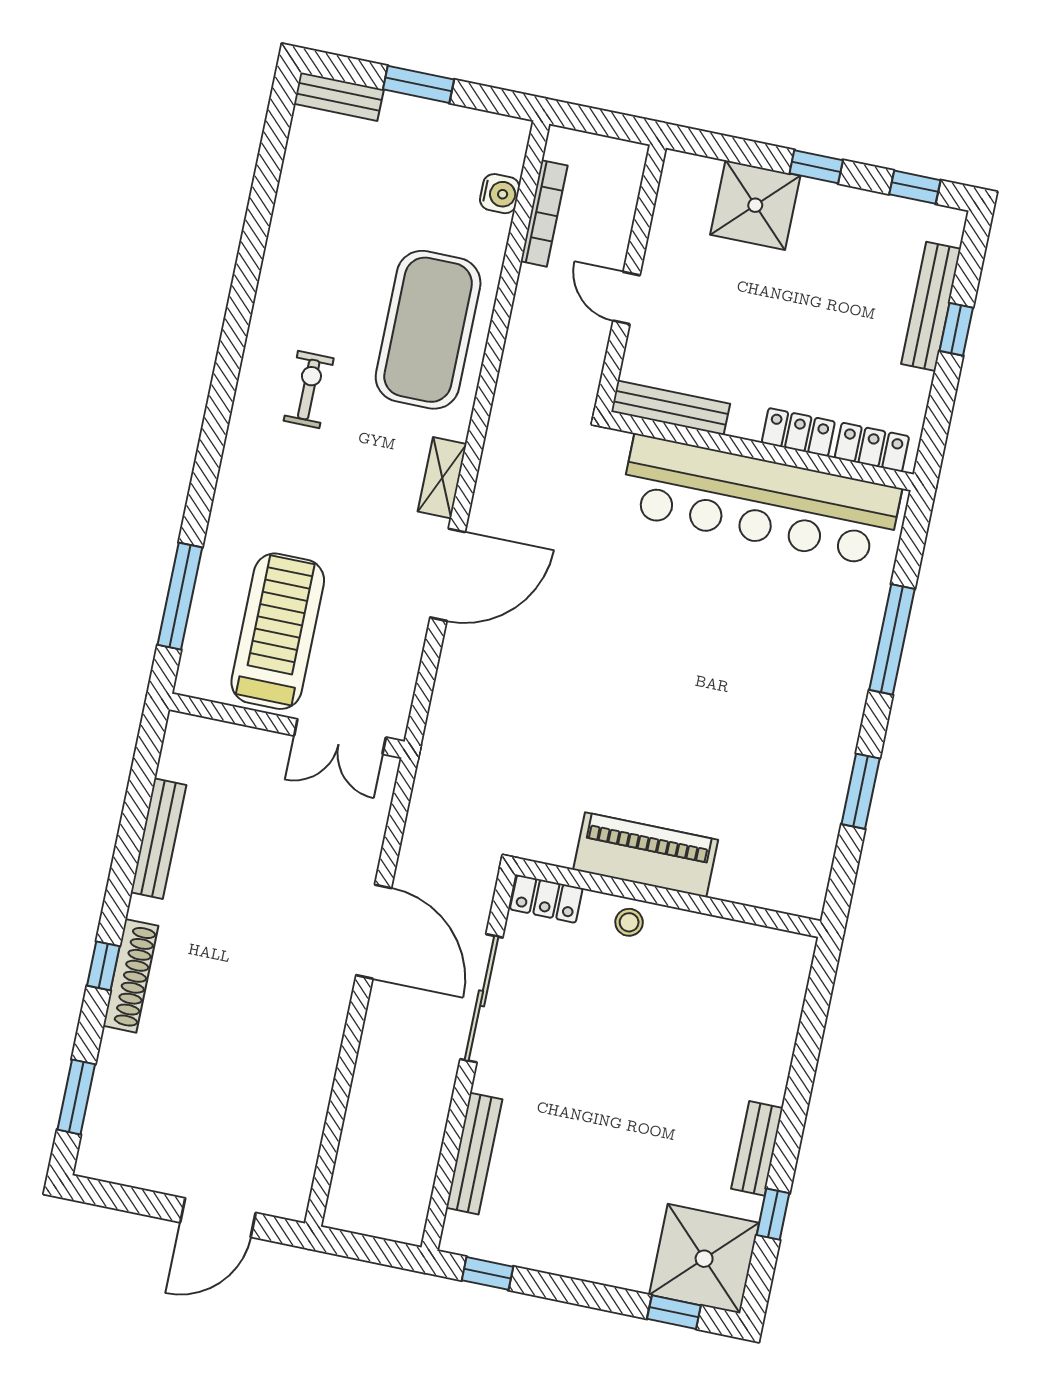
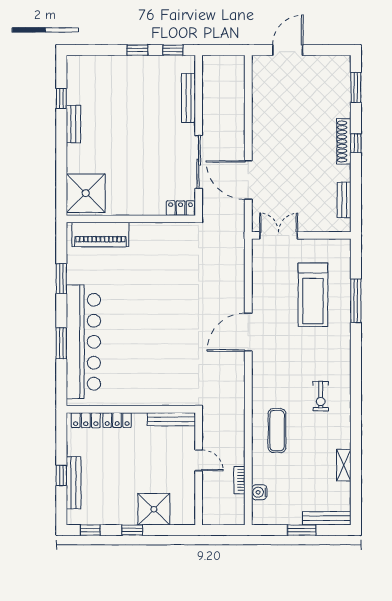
bench: (339, 97) -> (327, 518), width x1.36
bookcase: (544, 213) -> (239, 480), width x0.64
exercise mat: (428, 330) -> (277, 431), width x0.50, depth x0.69
shelving: (442, 478) -> (344, 465), moved
bar counter: (760, 501) -> (83, 342), moved, turned 90
window: (892, 639) -> (61, 343), width x0.69
wall: (287, 726) -> (301, 235), moved
double door: (340, 737) -> (279, 235), moved
bench: (159, 839) -> (344, 200), width x0.73
piano: (646, 855) -> (100, 235), moved
stool: (629, 922) -> (145, 206), removed
shower: (704, 1259) -> (86, 193), moved
window: (674, 1312) -> (137, 50), moved

